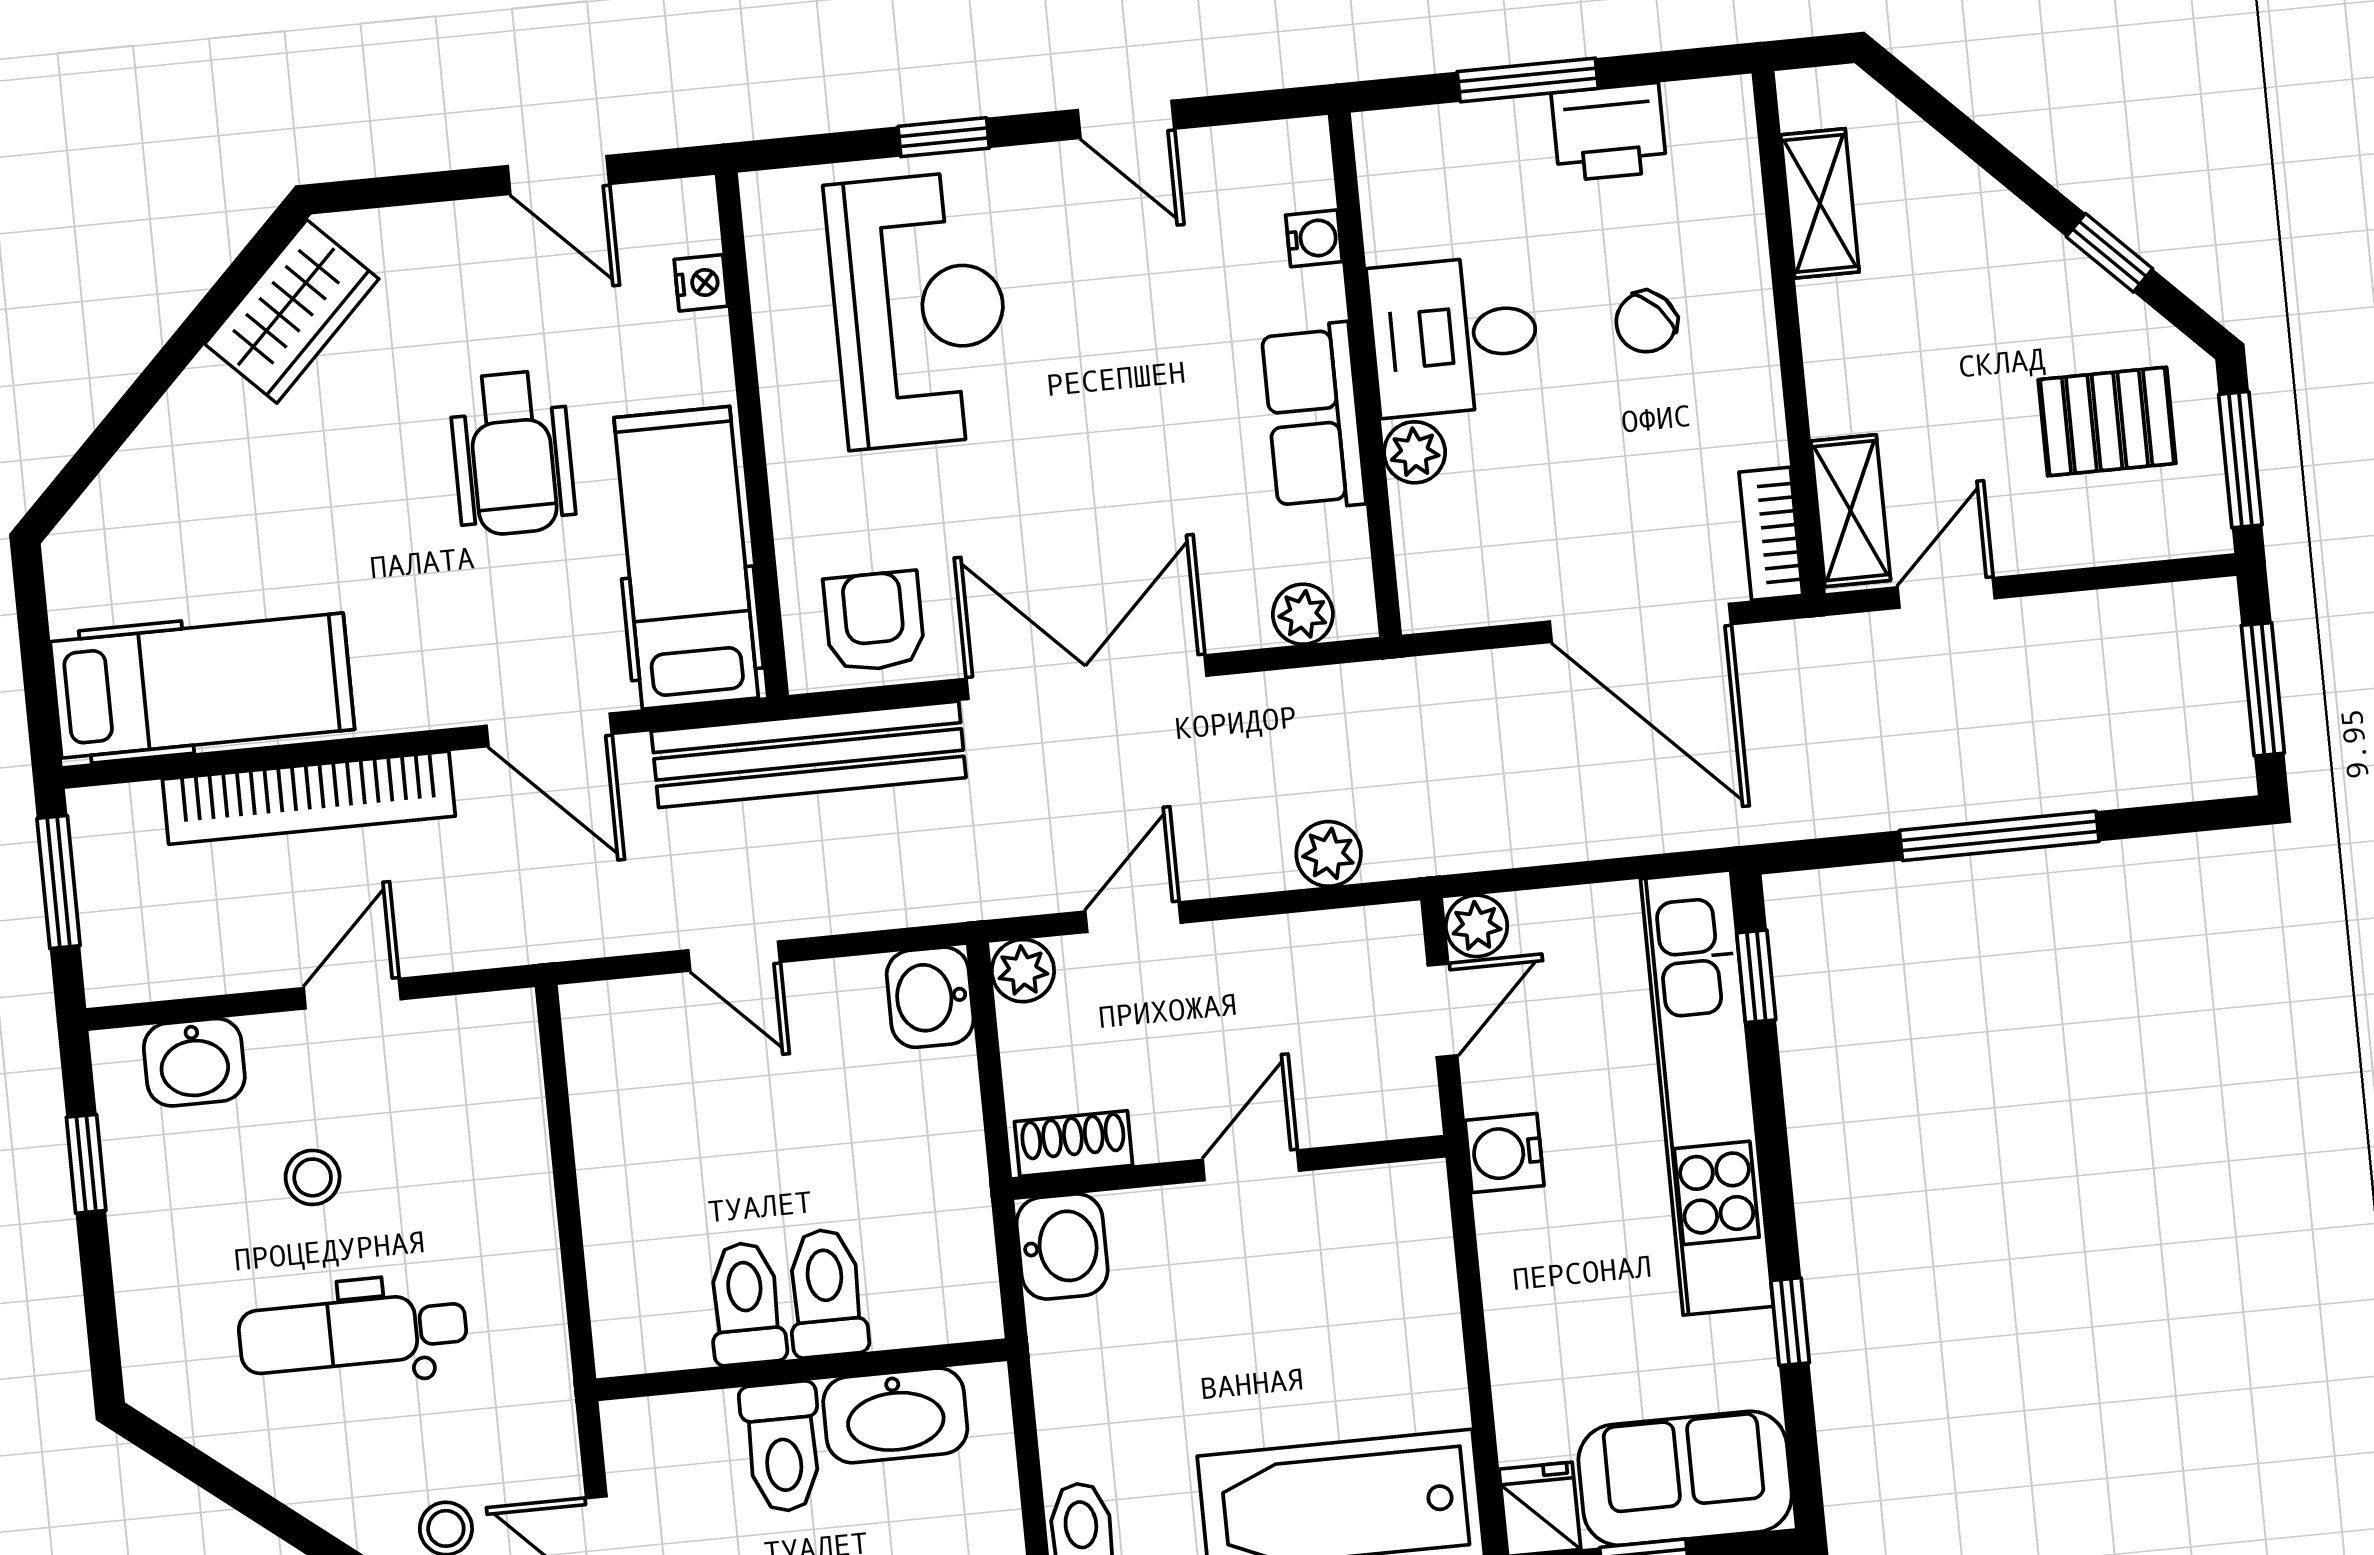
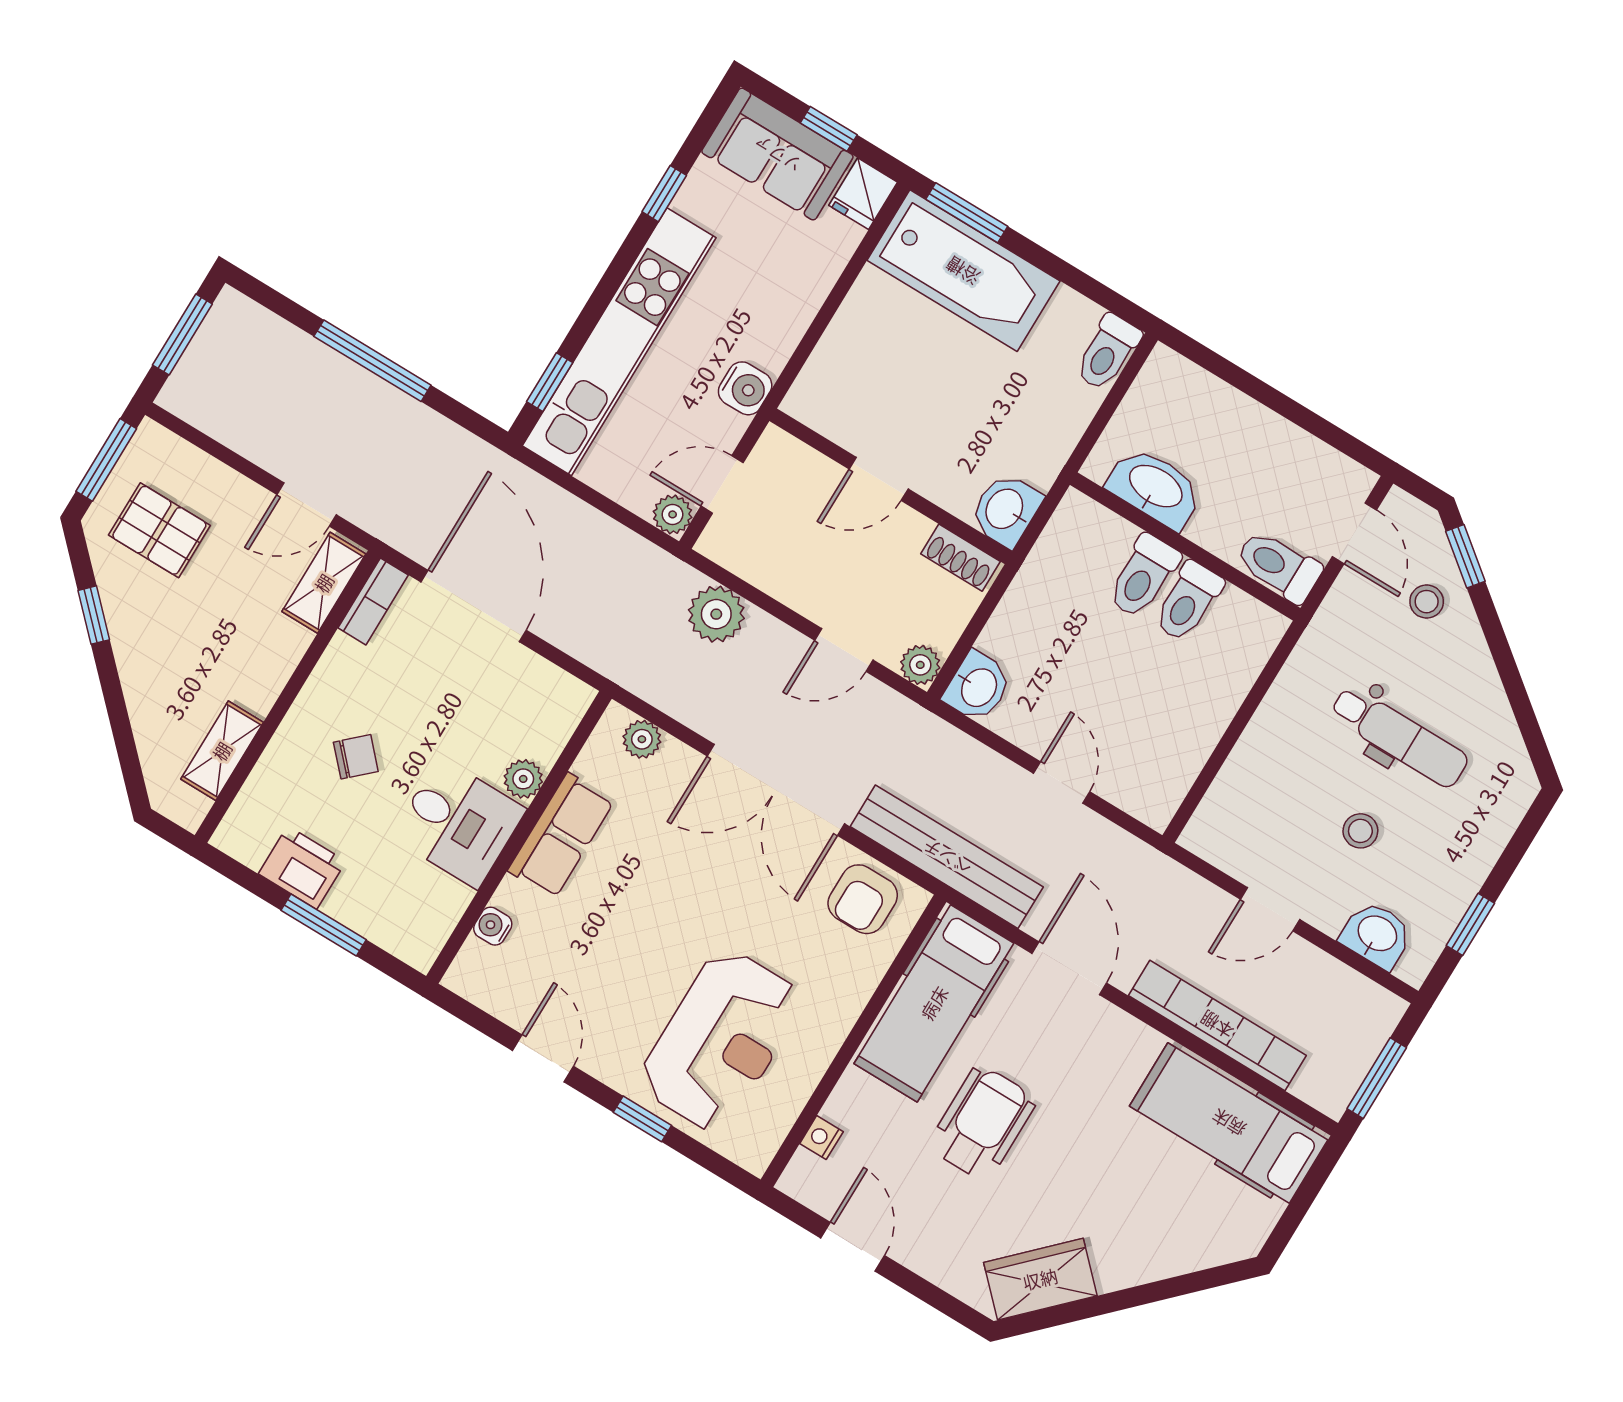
reception desk: (919, 310) -> (721, 1040), turned 180
plant: (1329, 854) -> (716, 614), width x1.38, depth x1.38
toilet: (782, 1447) -> (1279, 566), moved, turned -90

